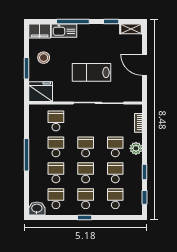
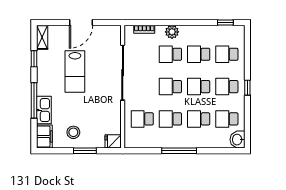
lab bench: (91, 72) -> (75, 72), moved
fridge: (41, 92) -> (113, 141), width x0.53, depth x0.75
window: (145, 172) -> (198, 22), removed

